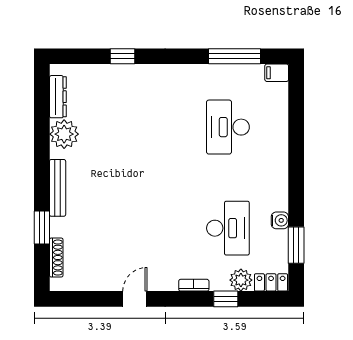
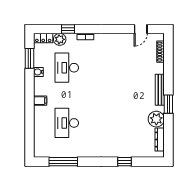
filing cabinet: (277, 73) -> (40, 101), moved
desk: (228, 127) -> (67, 123), turned 180
window: (42, 227) -> (168, 104), moved
door: (135, 299) -> (141, 29), moved

